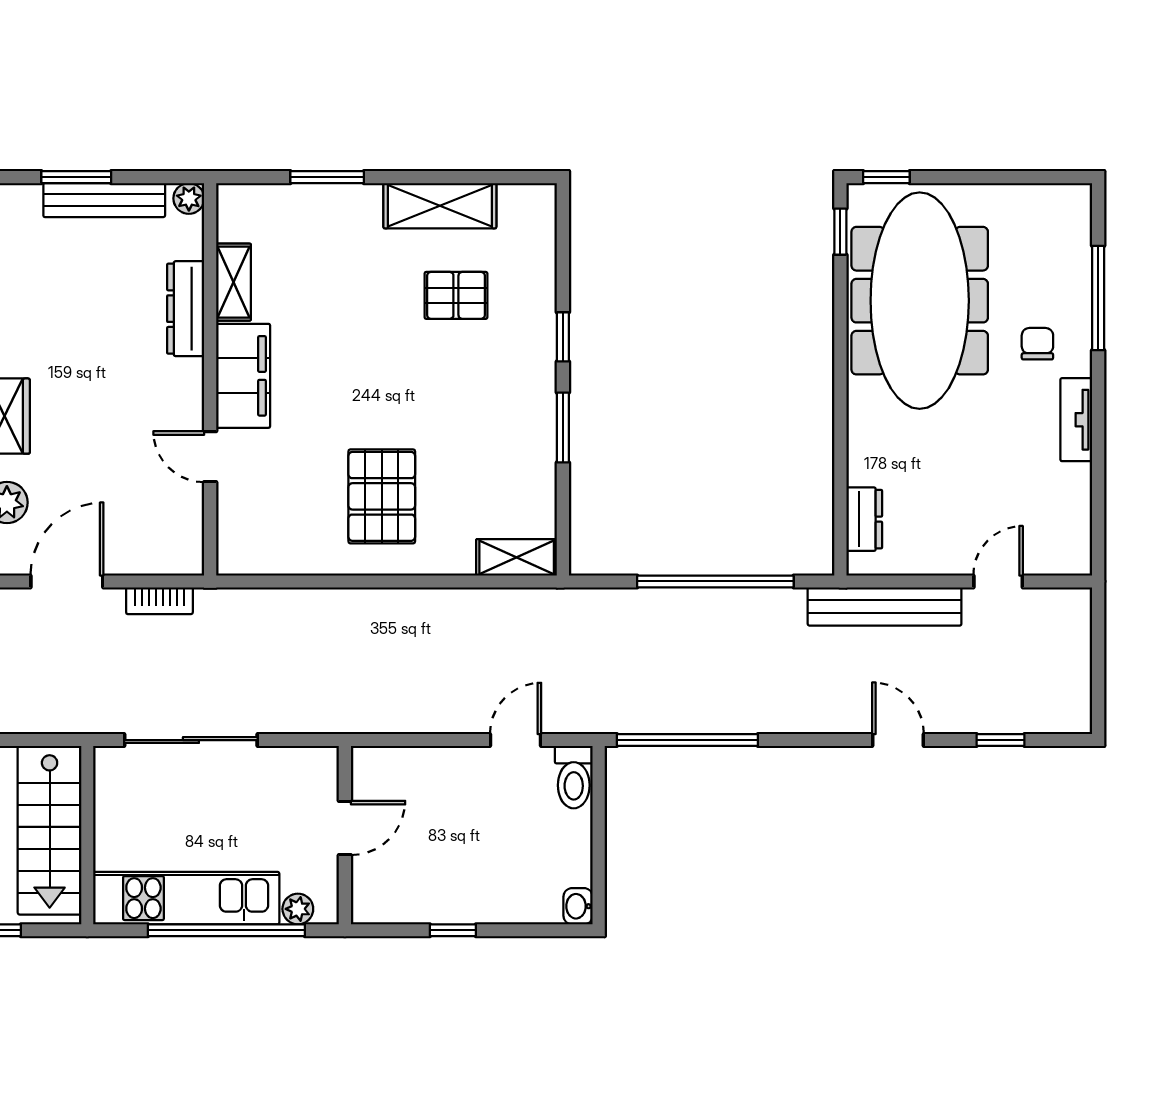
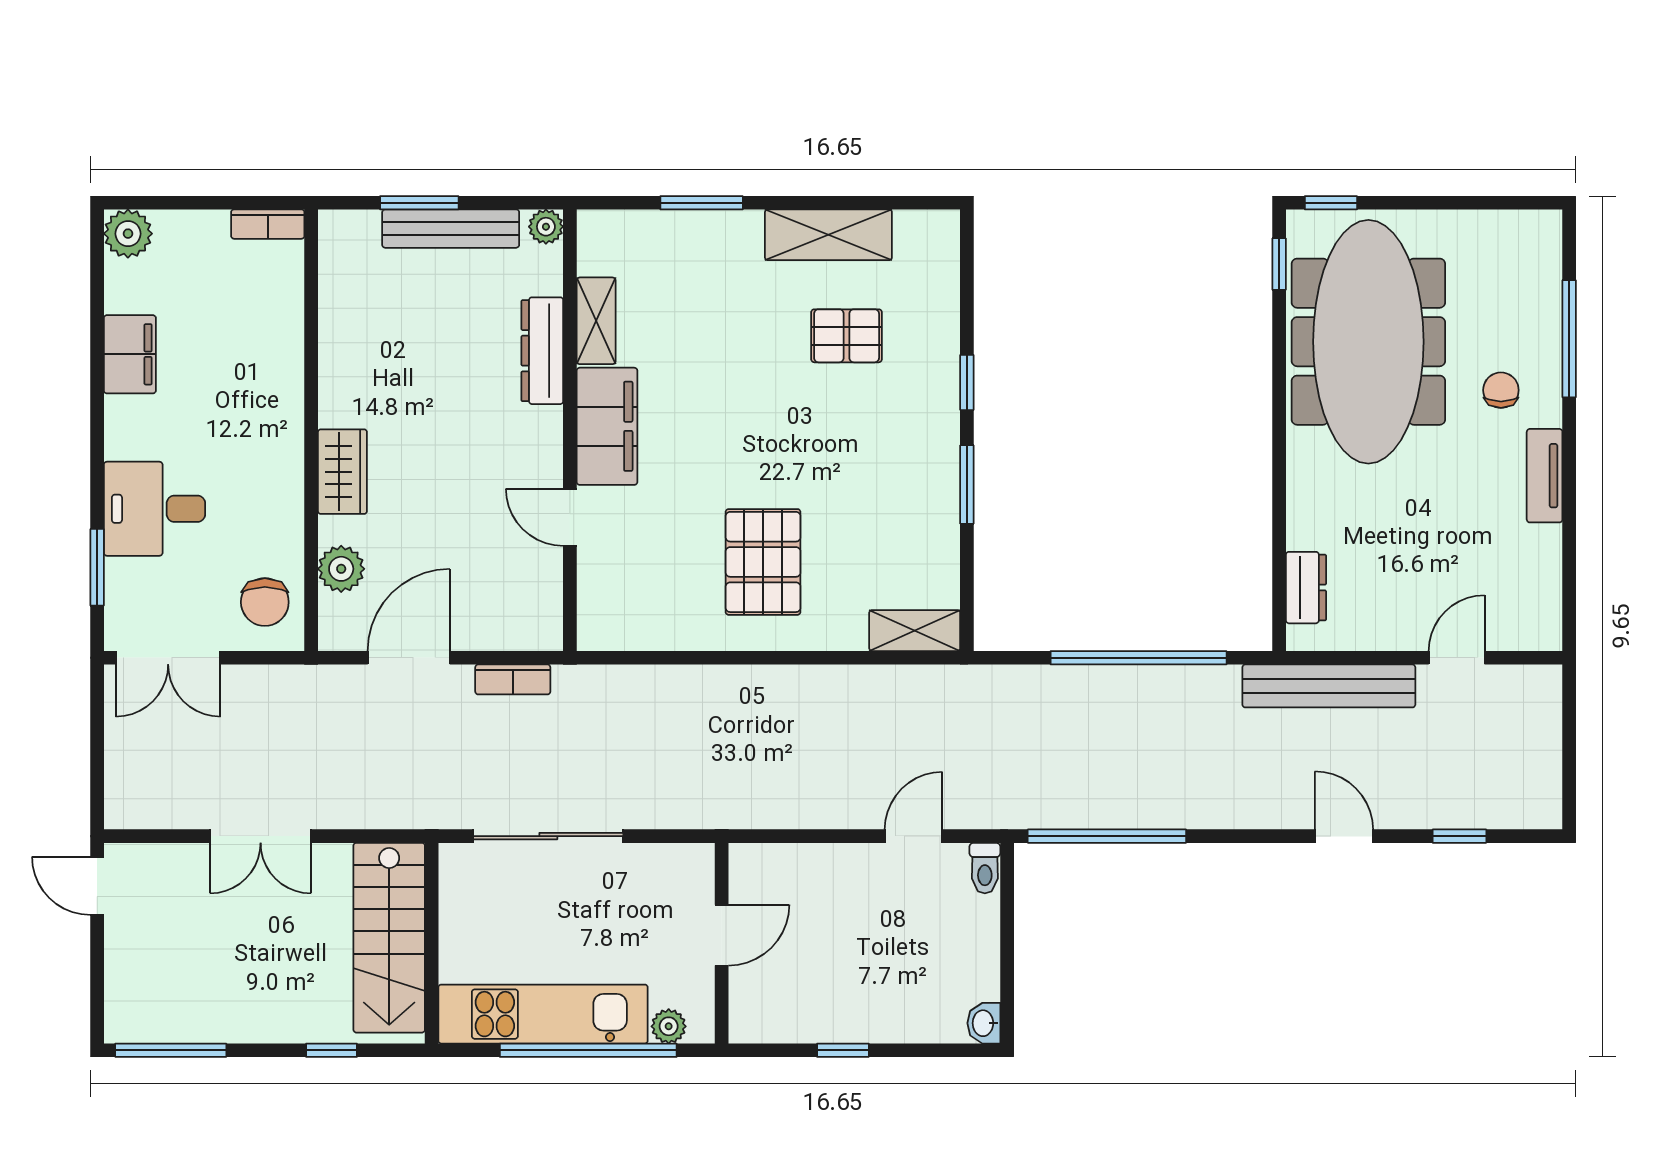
toilet: (574, 777) -> (985, 868), width x0.73, depth x0.72

